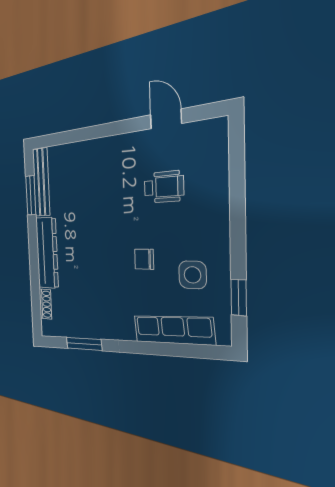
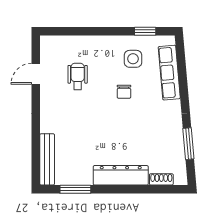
bench: (41, 182) -> (47, 159), moved, turned 90

